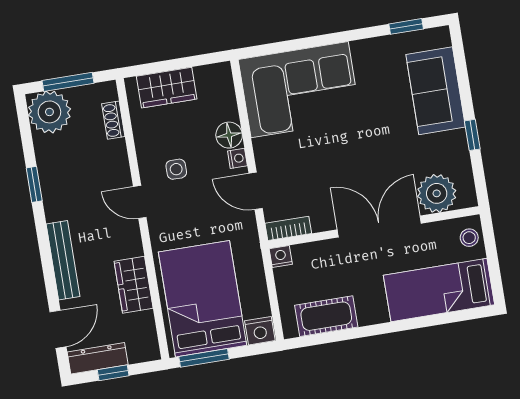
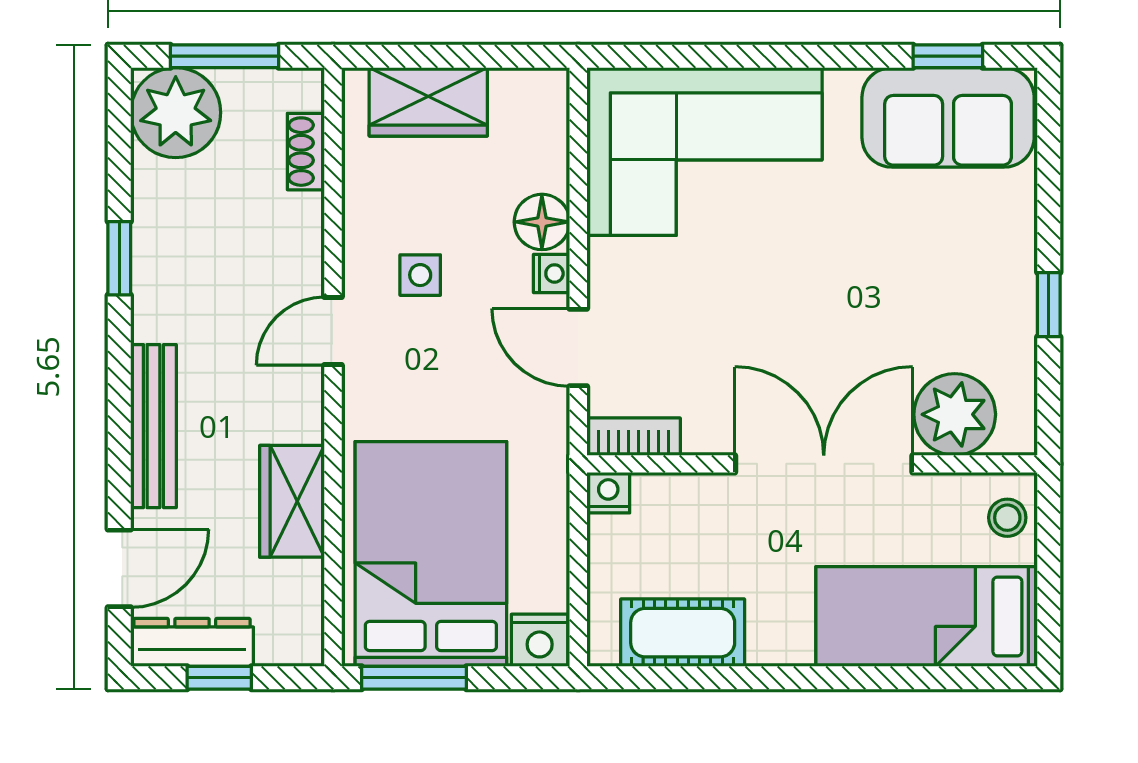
sofa: (436, 91) -> (948, 117), moved, turned -90
door: (140, 202) -> (333, 331), hinge flipped

